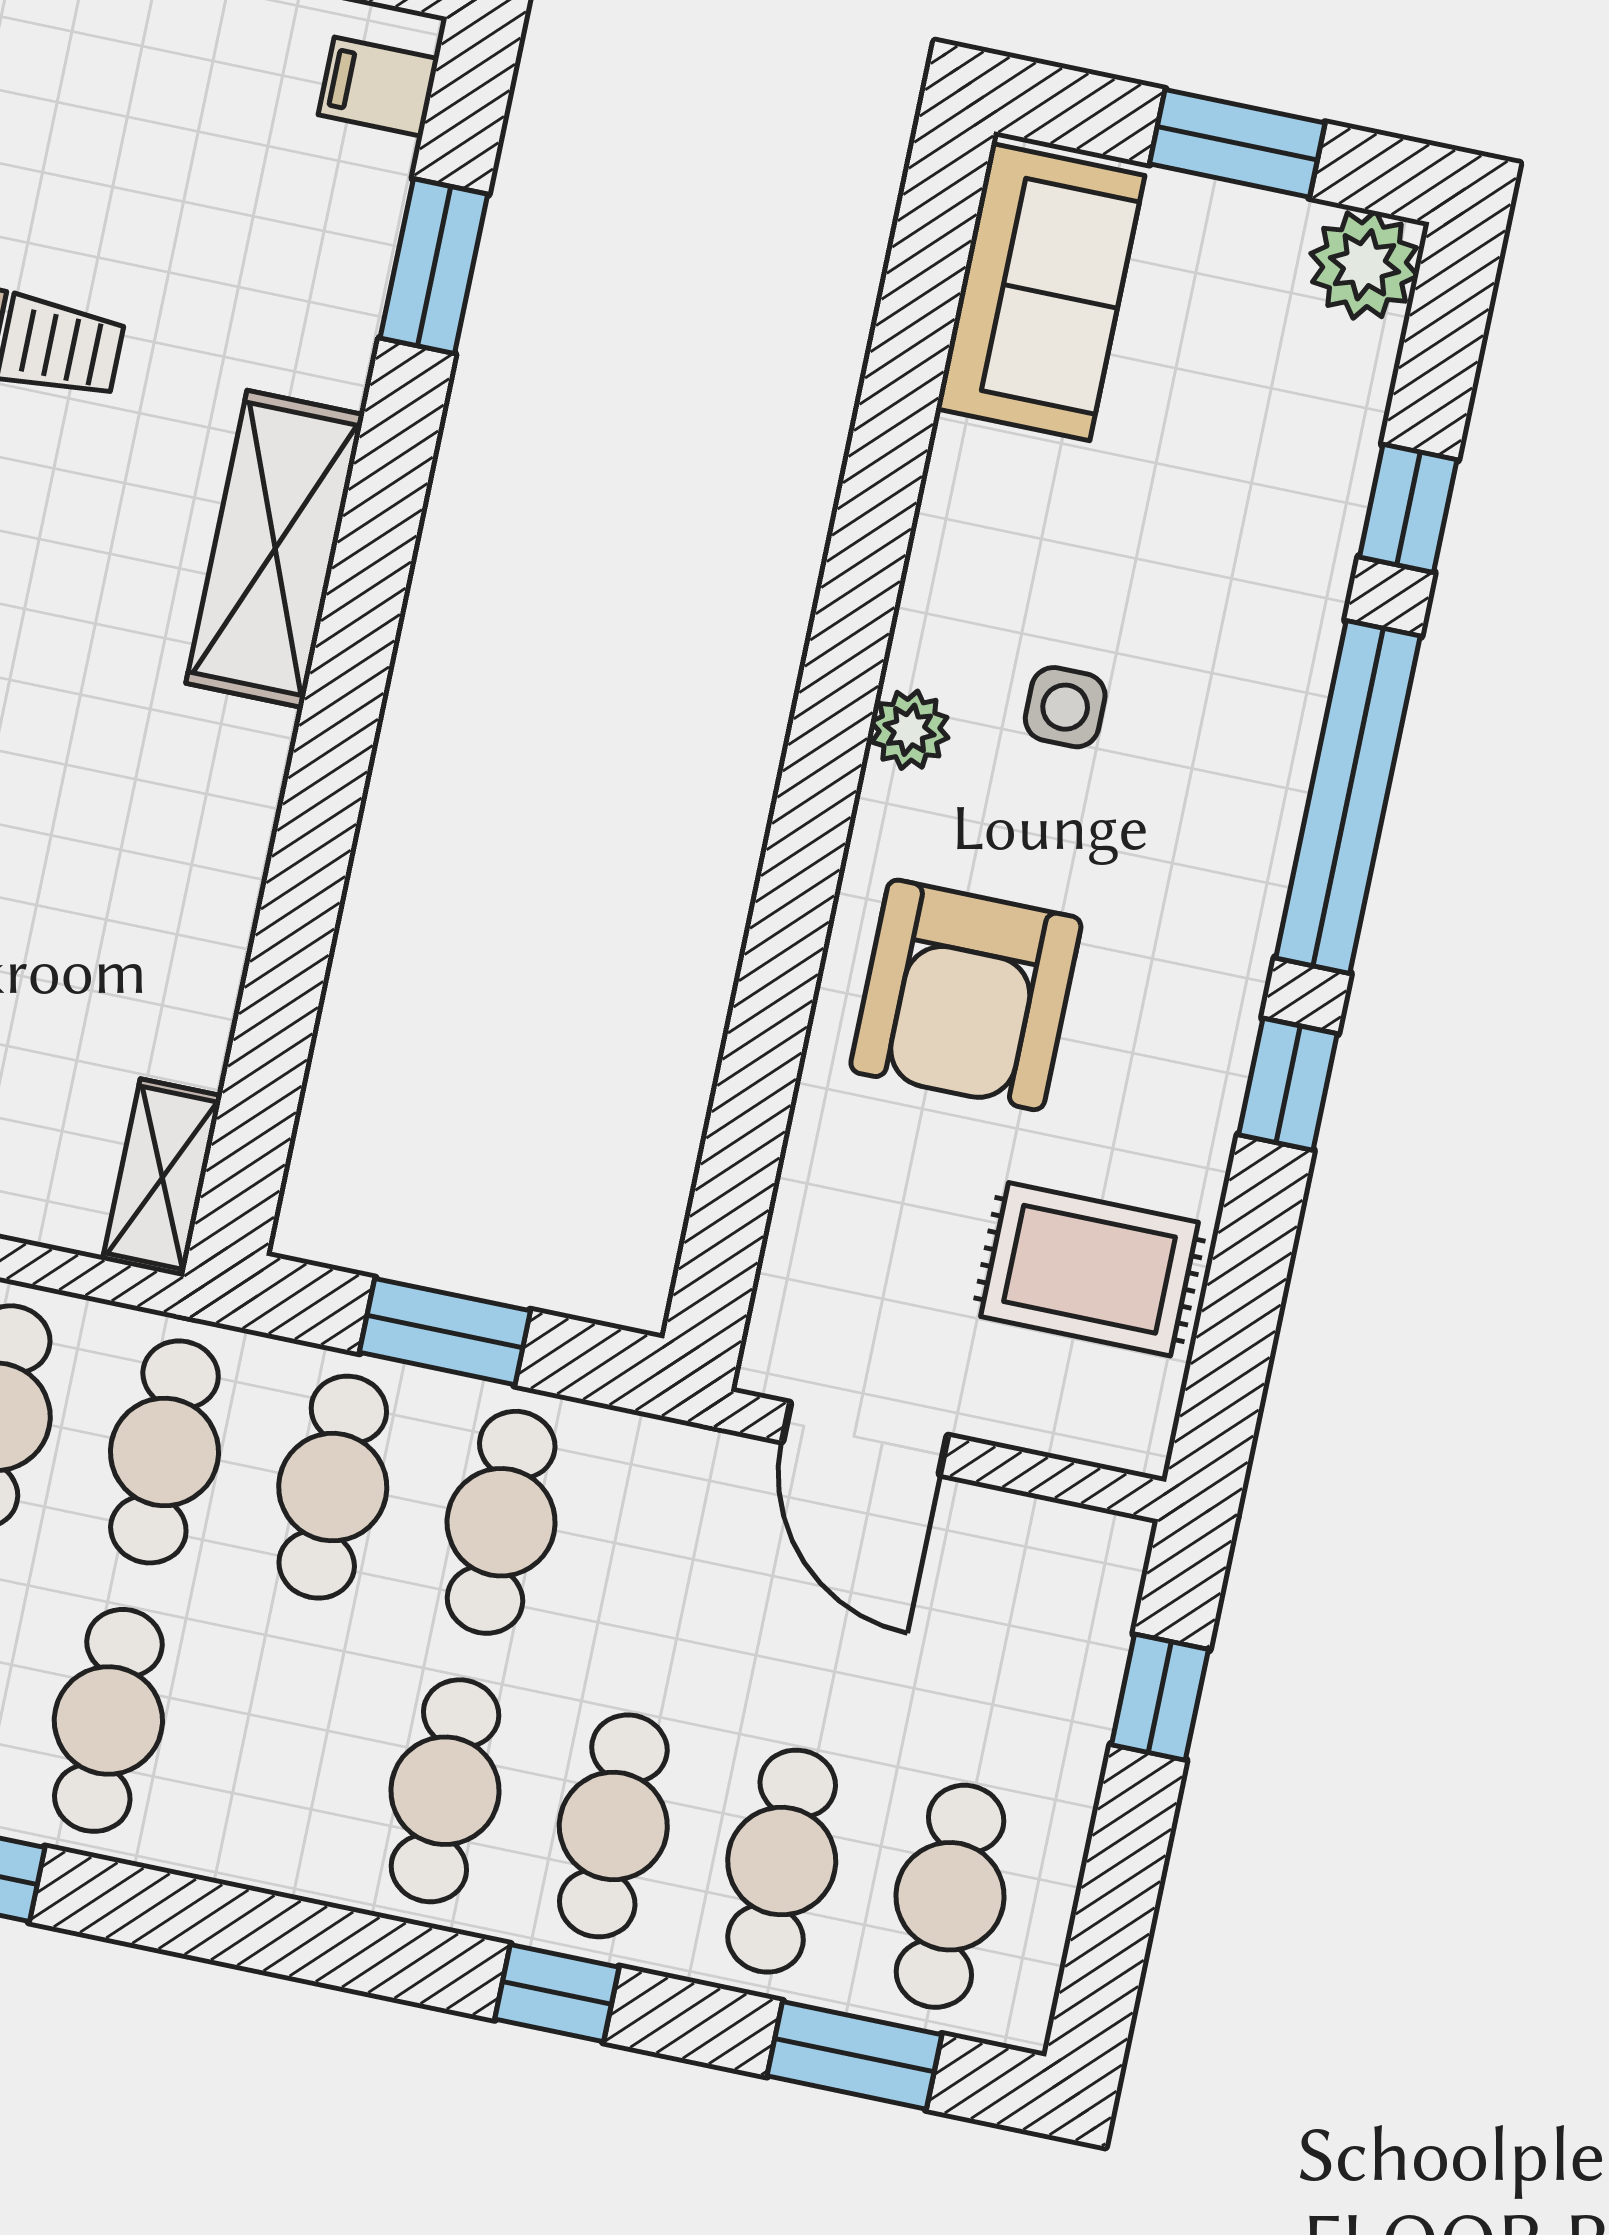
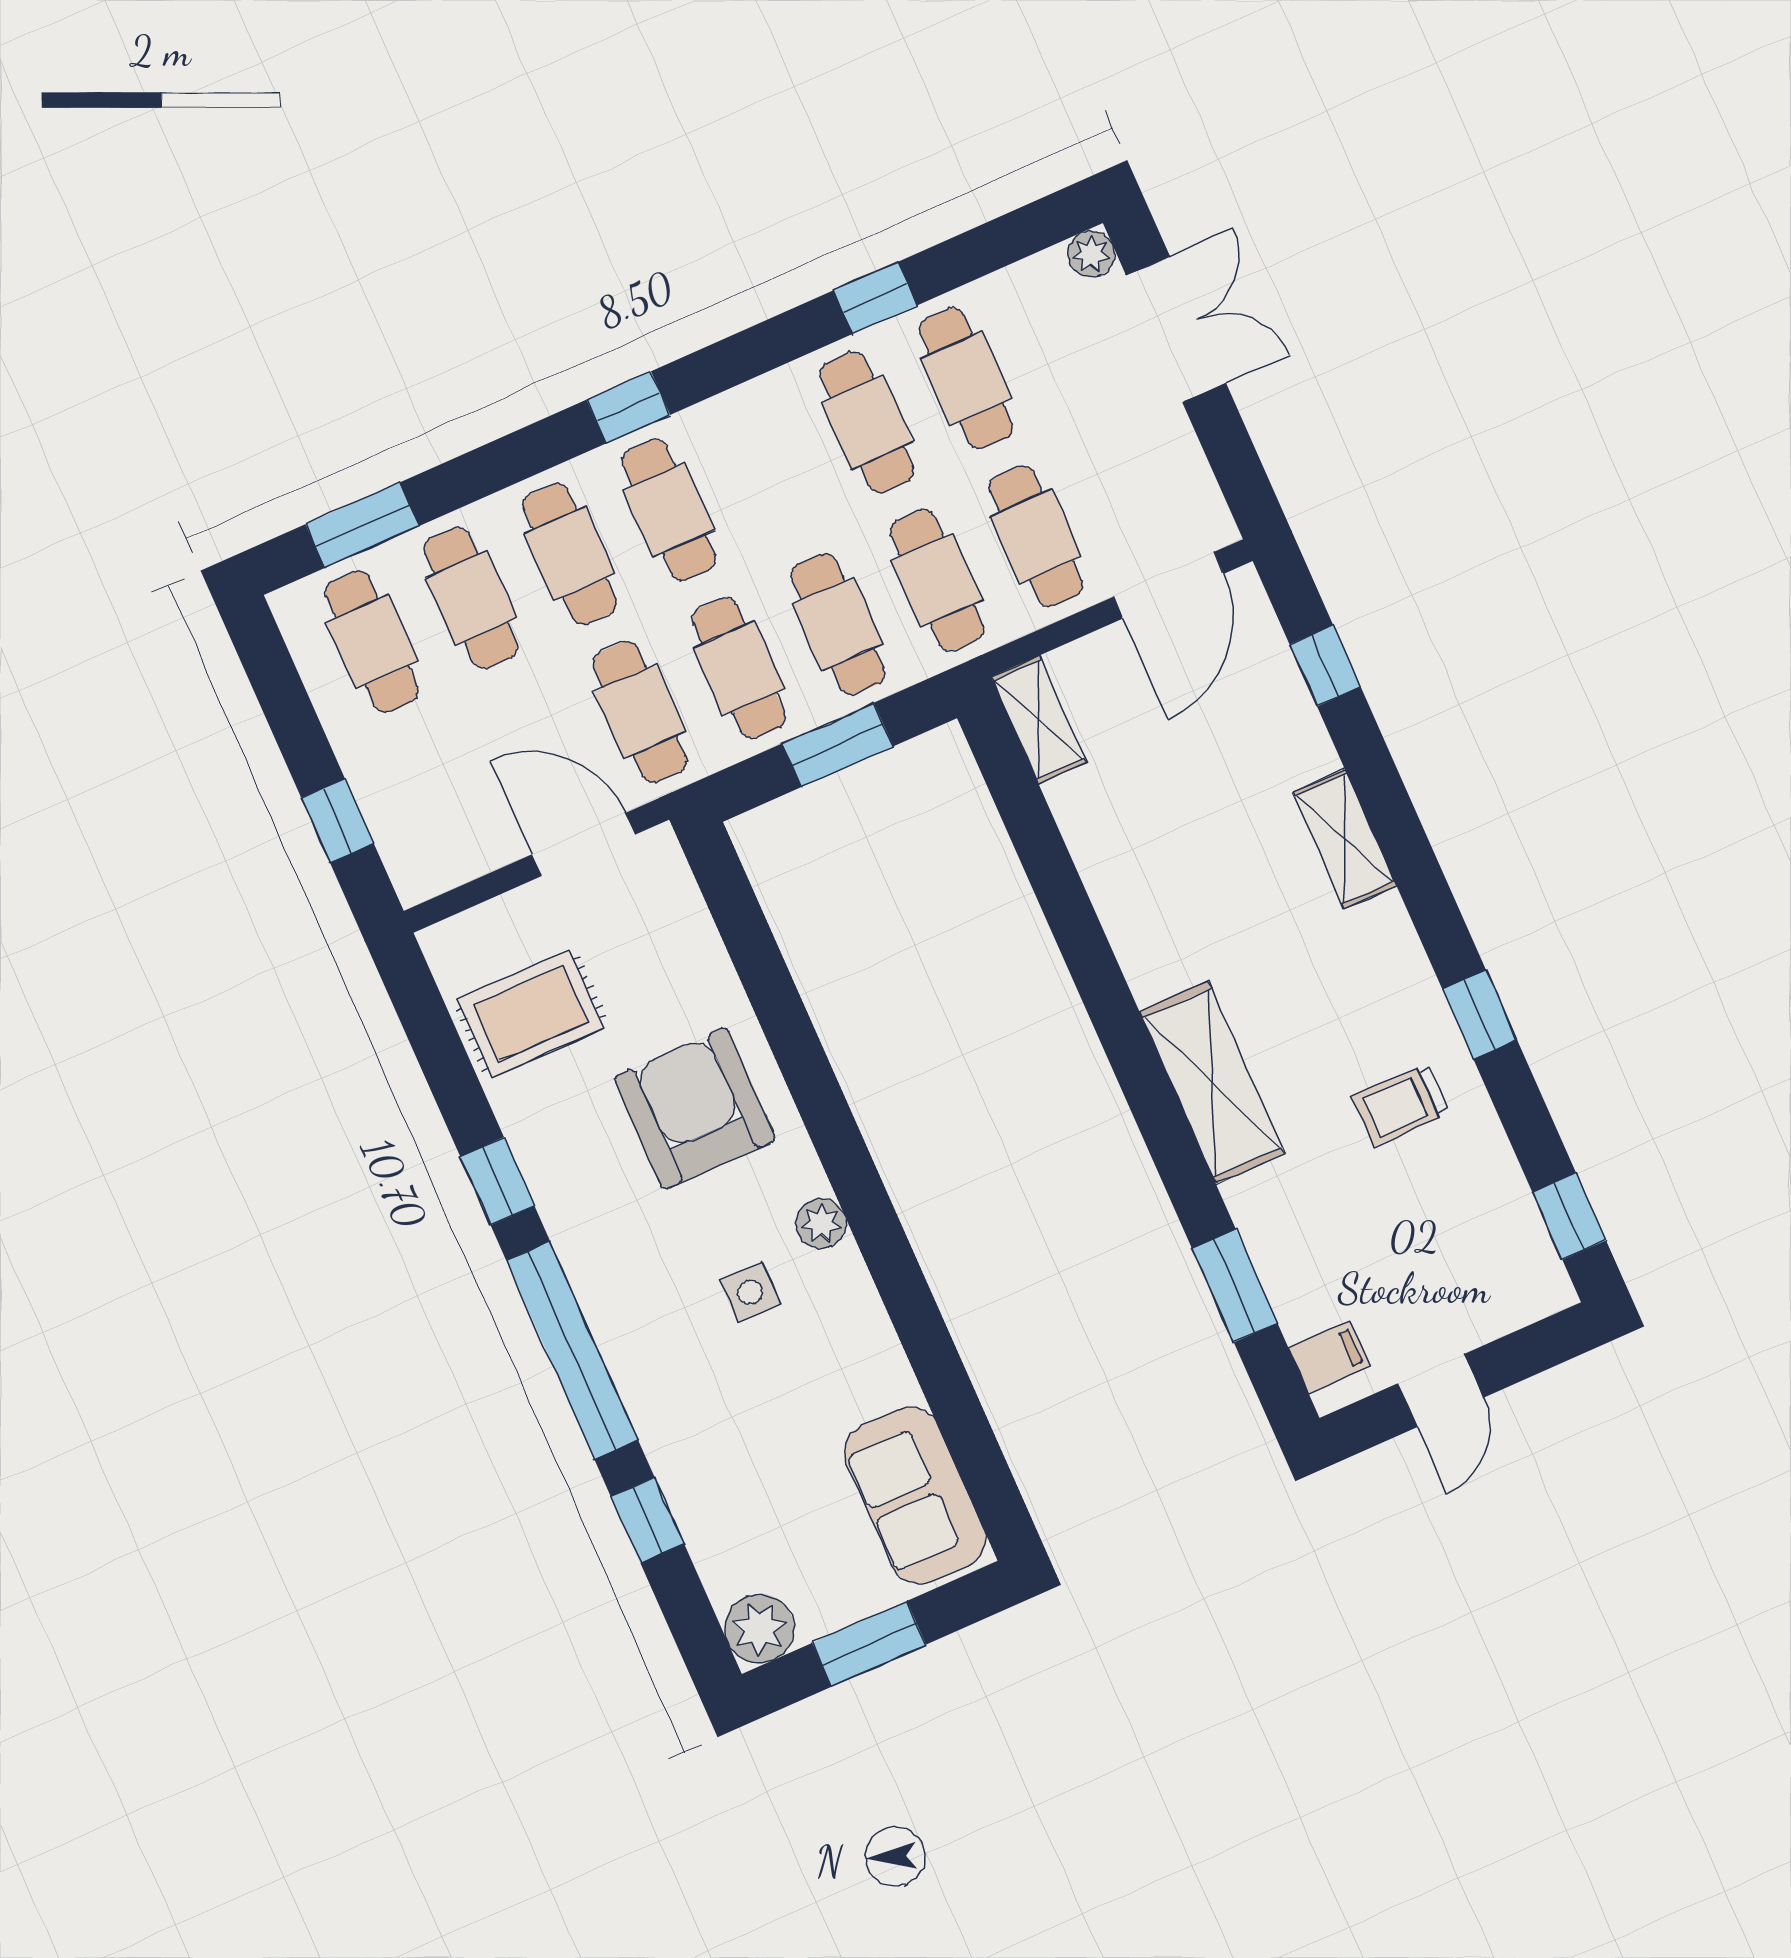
cafe table: (669, 1557) -> (640, 712), added
window: (557, 1993) -> (628, 407), moved

